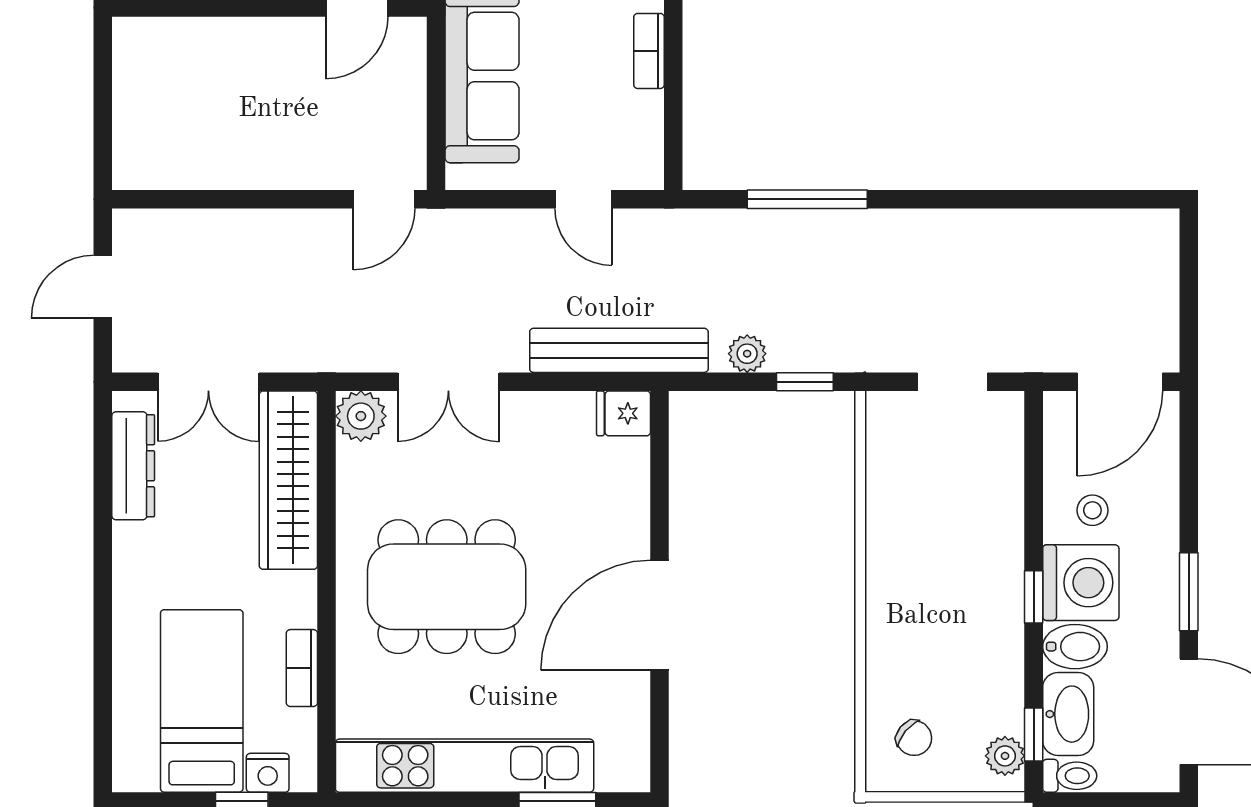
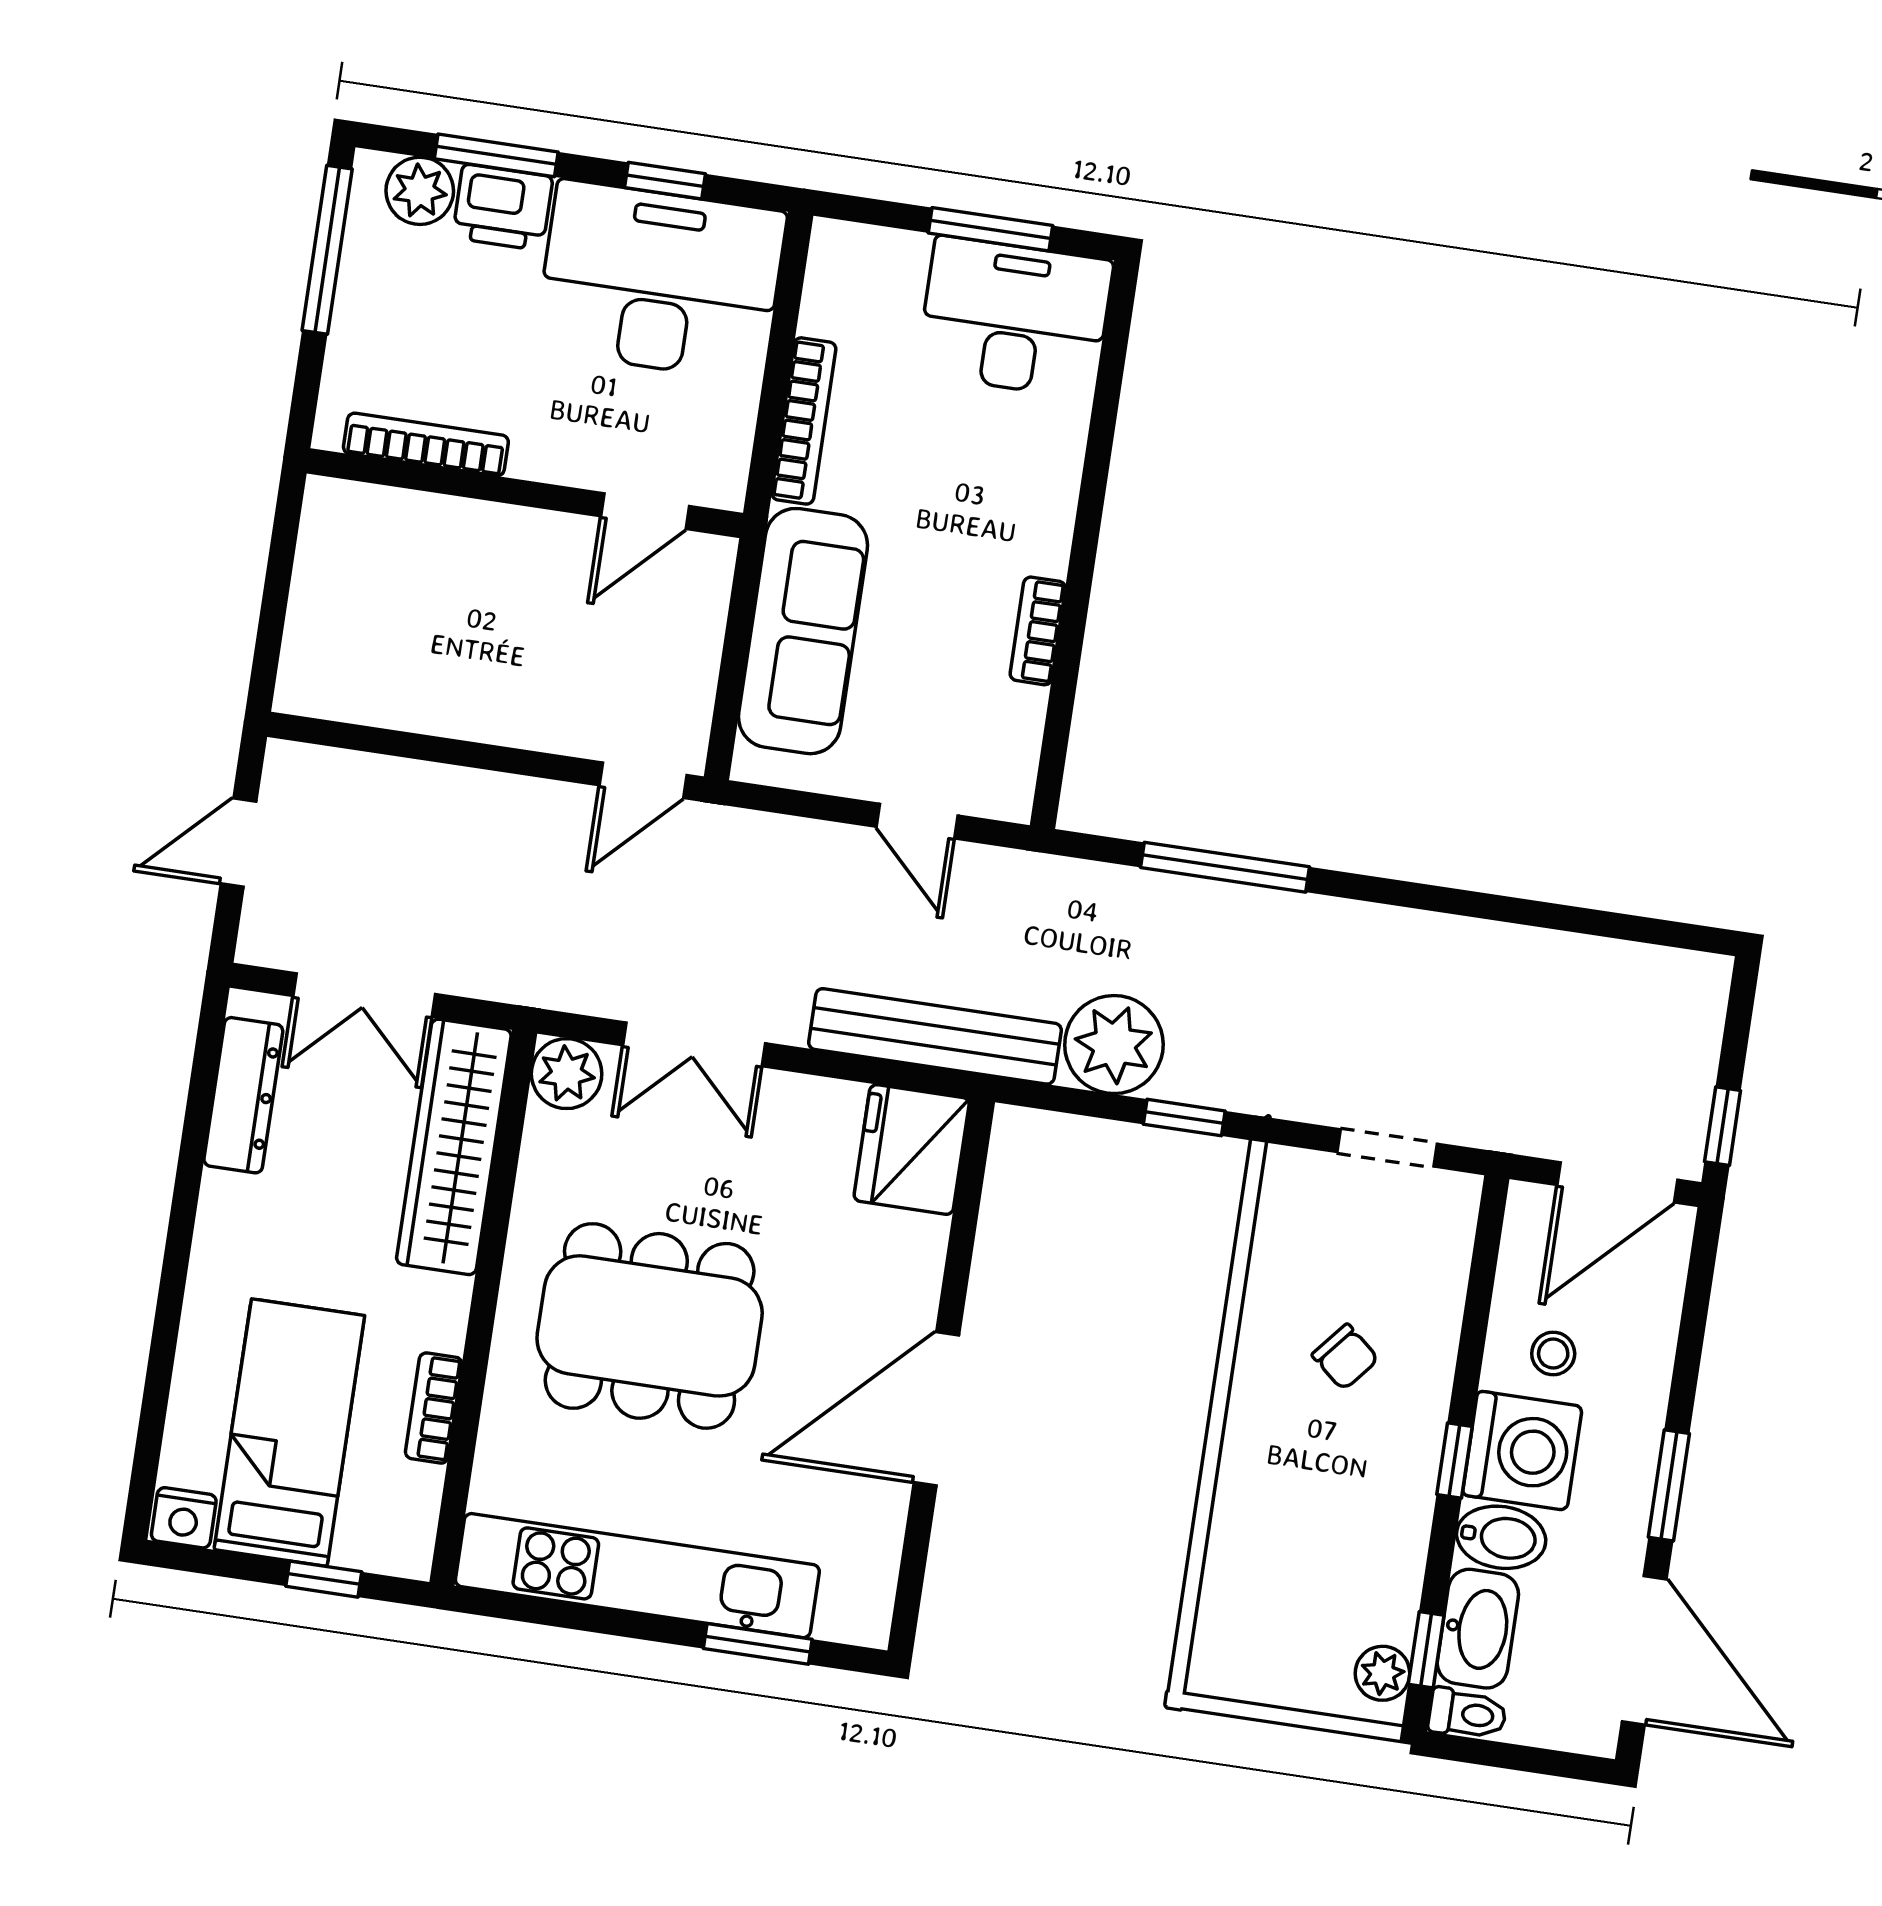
window: (1189, 330) -> (1723, 1126), added
plant: (747, 354) -> (1114, 1045), width x1.87, depth x1.87
fridge: (623, 413) -> (912, 1150), width x1.88, depth x1.34
chair: (914, 738) -> (1345, 1357), moved
nightstand: (268, 773) -> (184, 1518), moved

